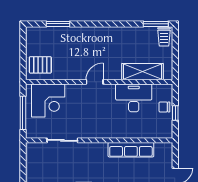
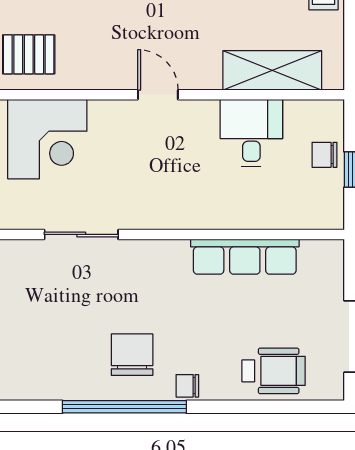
door: (95, 82) -> (158, 95), hinge flipped
desk: (134, 98) -> (251, 133), width x0.73

